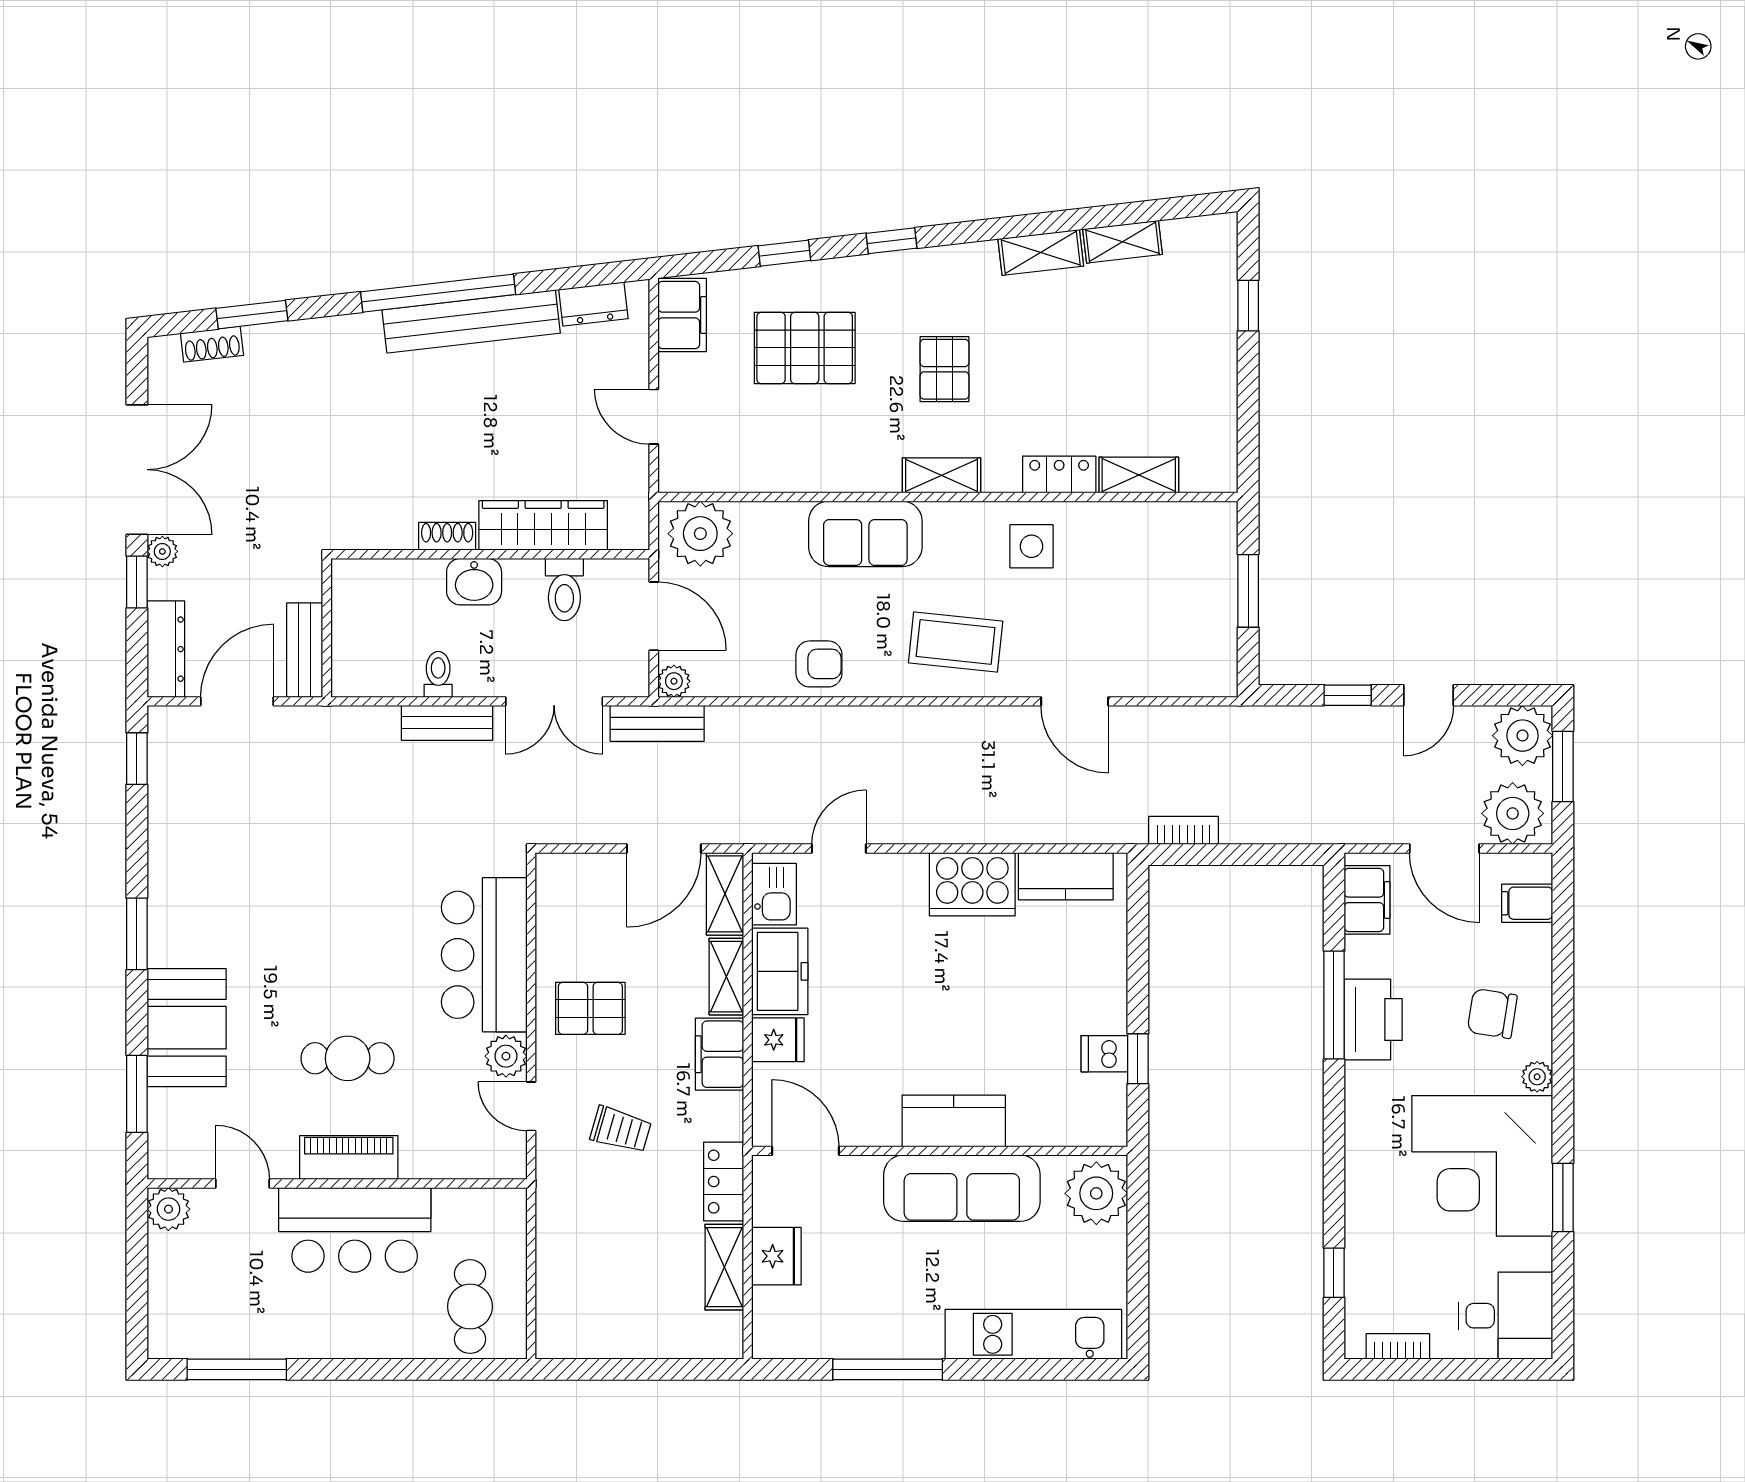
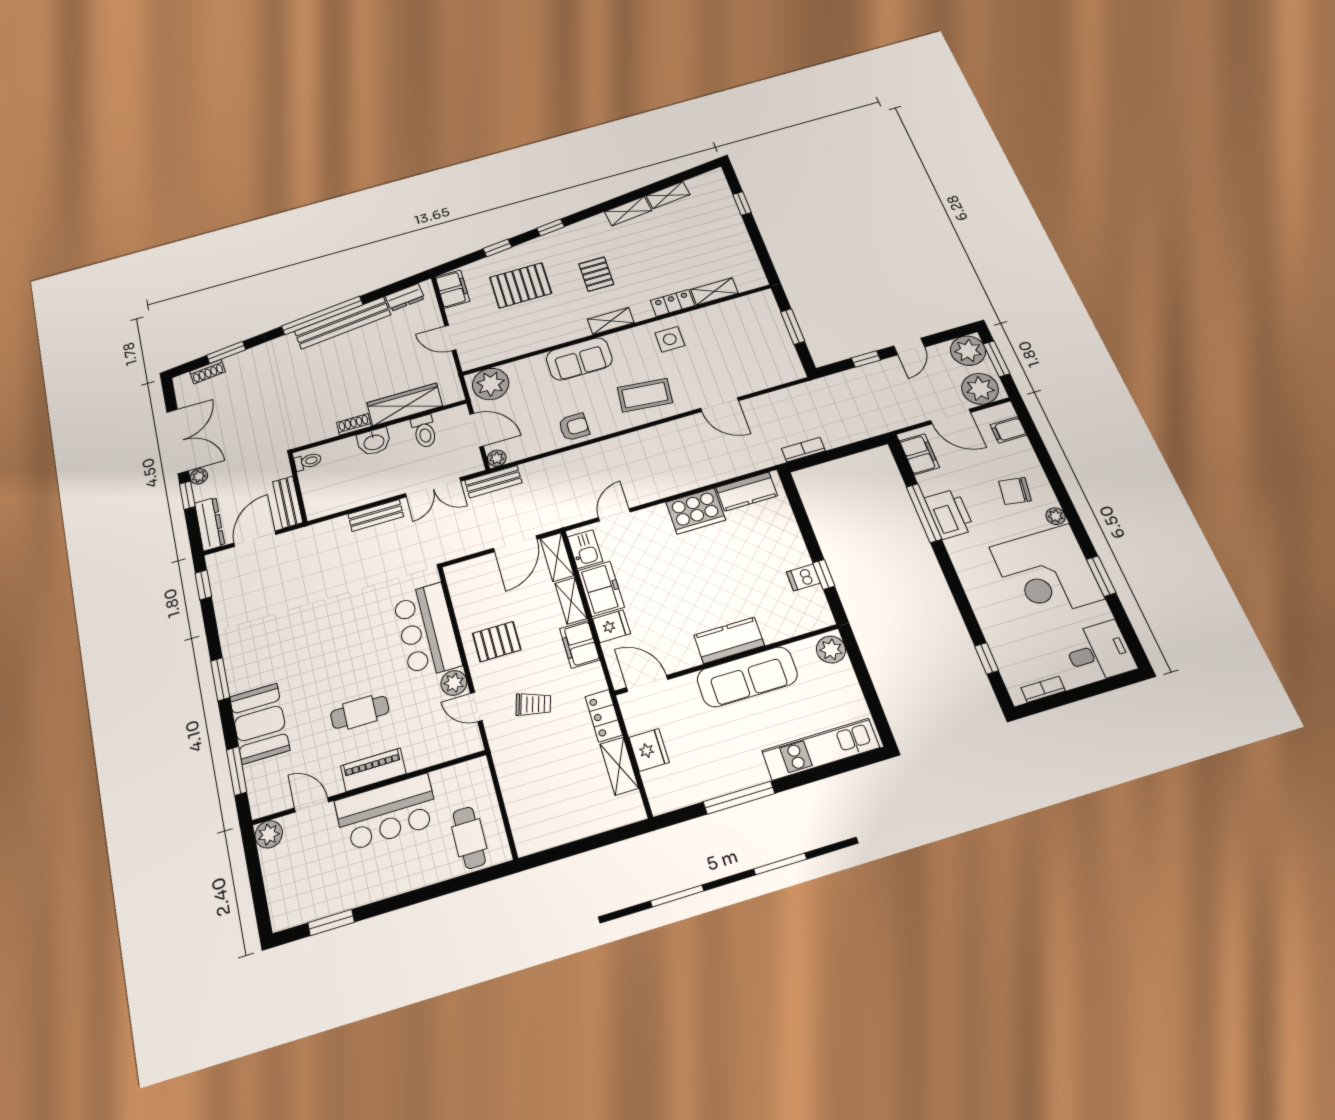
toilet: (438, 674) -> (308, 461), moved, turned 90
plant: (1096, 1193) -> (831, 650), width x0.73, depth x0.73
window: (237, 1369) -> (331, 923), width x0.69

